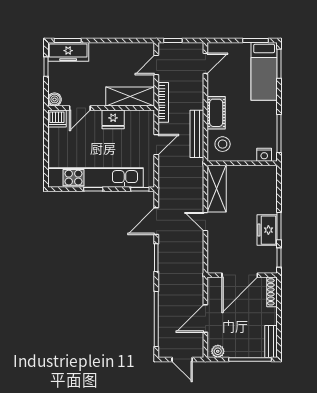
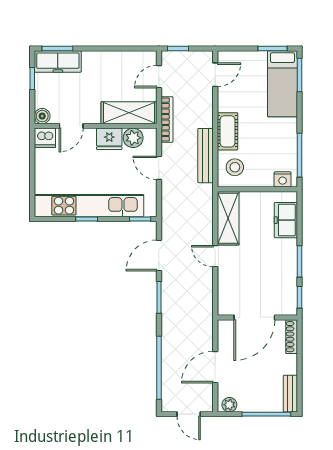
plant: (134, 118) -> (133, 138), added
door: (156, 145) -> (159, 168), swing flipped
freezer: (267, 230) -> (286, 220), moved

